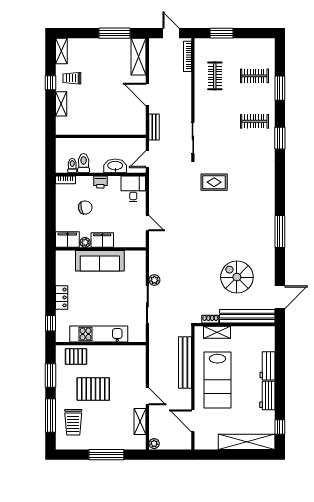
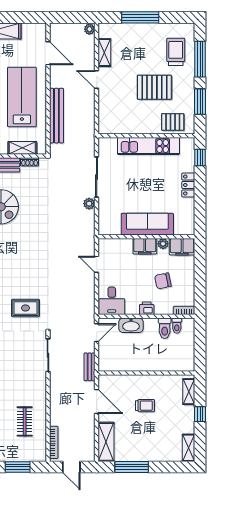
trolley: (72, 78) -> (145, 406), moved
wall: (101, 136) -> (146, 373), moved

